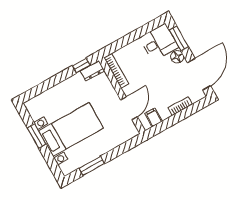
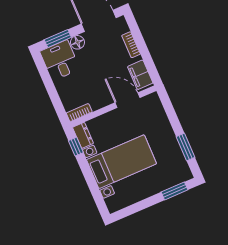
bookcase: (116, 71) -> (79, 112), width x0.64
filing cabinet: (153, 117) -> (140, 75), width x2.00
bed with nightstands: (71, 129) -> (121, 162), moved, turned 90
window: (37, 136) -> (175, 191), moved

